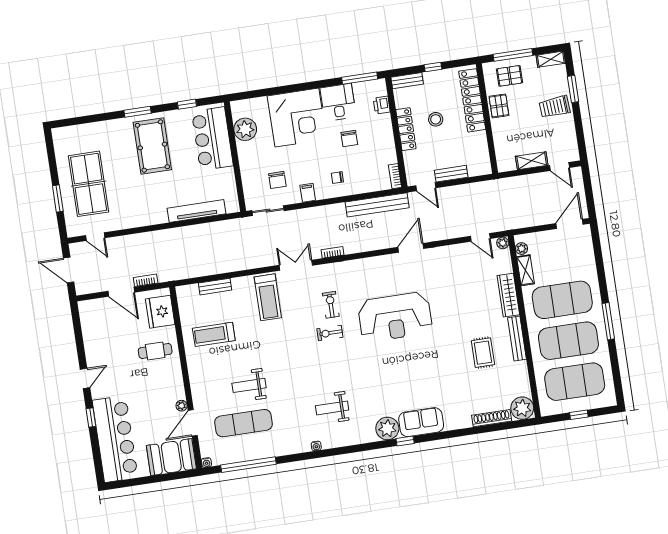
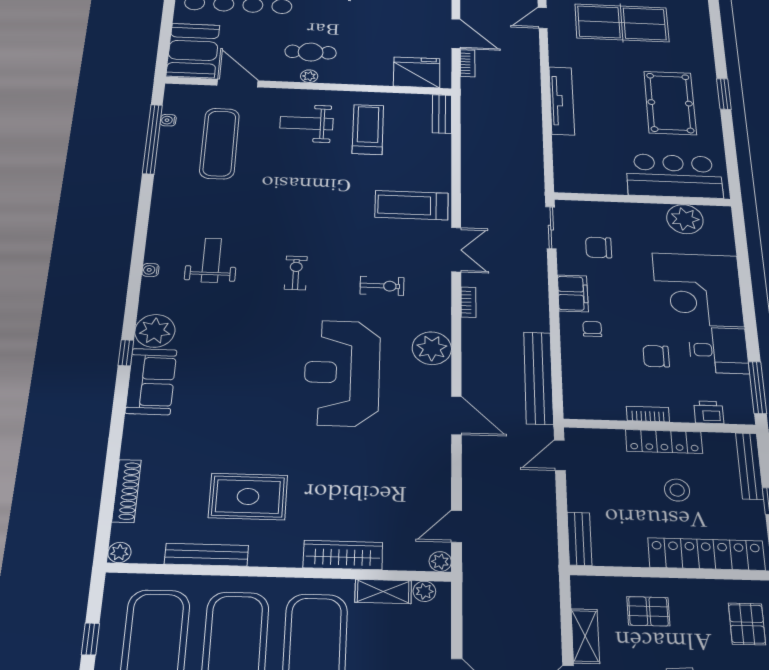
bench: (407, 81) -> (750, 466), width x1.36
window: (187, 104) -> (731, 153), removed
pallet: (499, 106) -> (648, 611), moved
pool table: (152, 146) -> (670, 103), turned 90
bench: (451, 174) -> (579, 539), moved
bookcase: (395, 176) -> (648, 414), moved
filing cabinet: (308, 193) -> (573, 293), width x2.00
tv unit: (197, 211) -> (562, 101), moved
plant: (369, 269) -> (432, 348), added
bench: (215, 287) -> (442, 114), moved
door: (121, 292) -> (456, 34), swing flipped
exercise bike: (330, 333) -> (296, 273), moved
bench: (517, 339) -> (206, 555), moved
cafe table: (155, 351) -> (311, 52), moved, turned 90
rug: (483, 353) -> (248, 496), width x1.36, depth x1.43
weight bench: (249, 385) -> (306, 123), moved, turned -90
plant: (182, 406) -> (309, 76), moved
plant: (522, 408) -> (119, 552), width x0.53, depth x0.53
water cooler: (316, 446) -> (150, 270), moved
water cooler: (206, 463) -> (168, 120), moved

